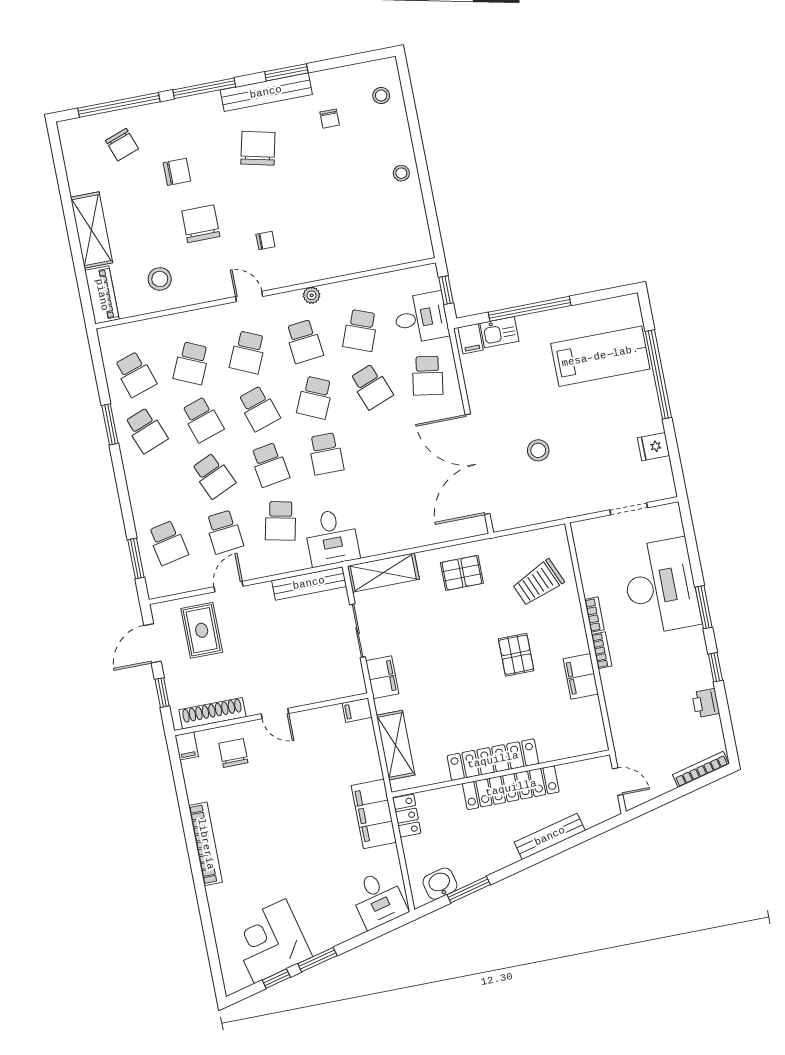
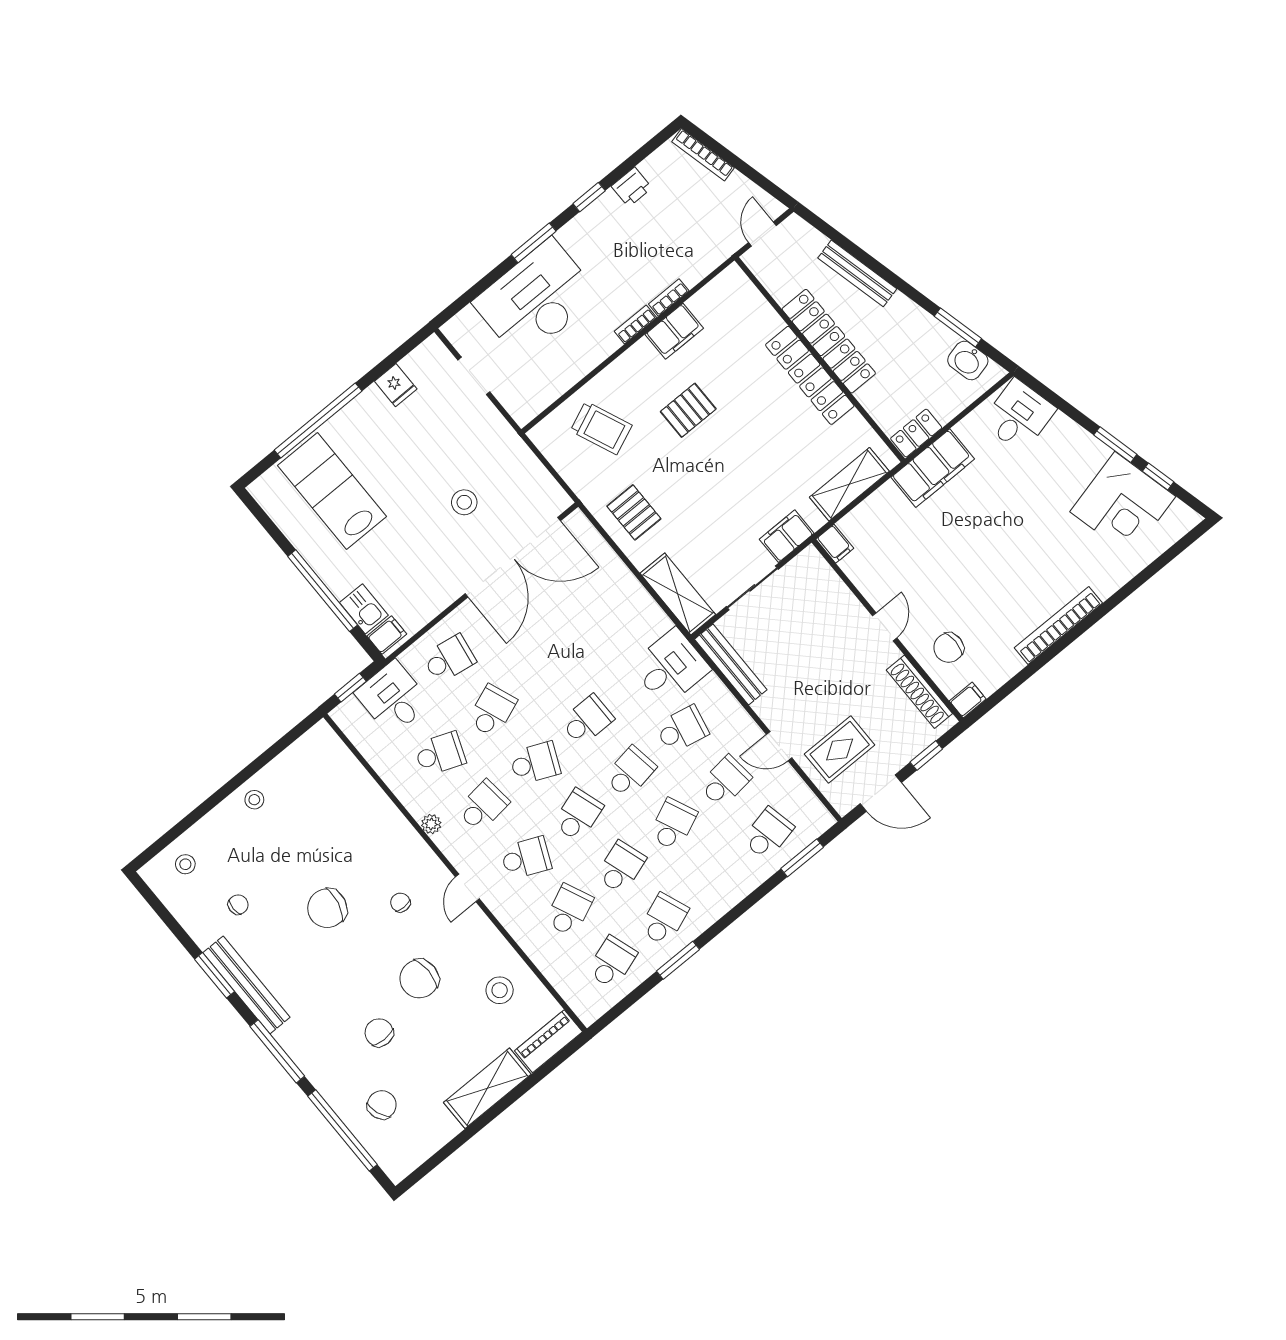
chair: (258, 148) -> (327, 908), moved
school desk: (191, 363) -> (569, 910), turned -48
bookcase: (594, 615) -> (669, 297), moved

